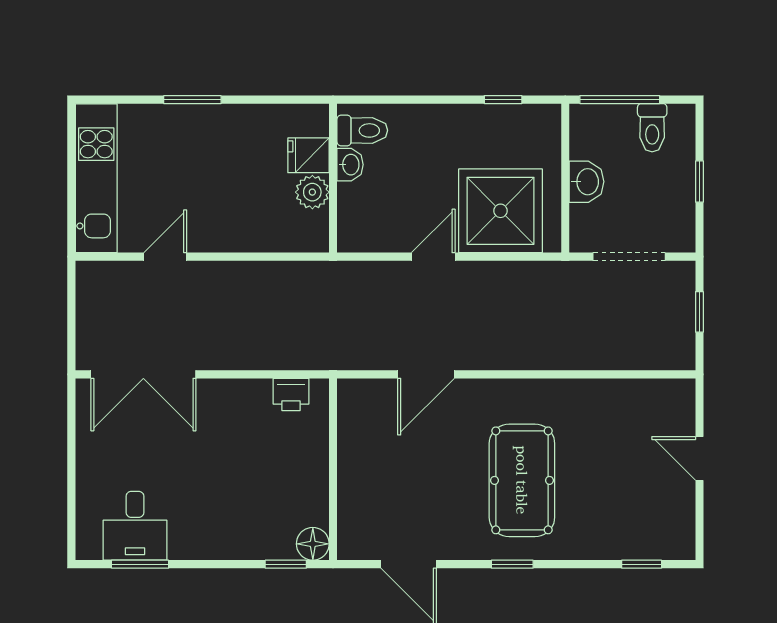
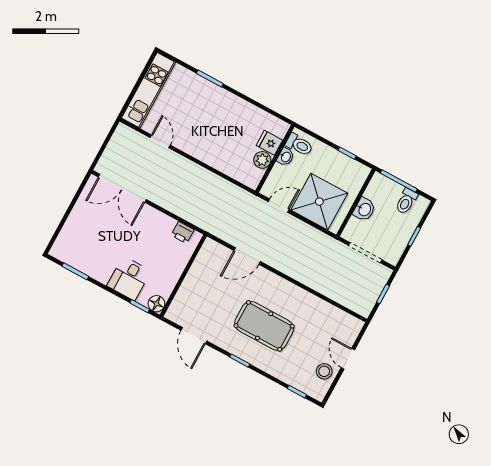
toilet: (362, 130) -> (299, 145), moved
fridge: (308, 155) -> (269, 143), moved
washbasin: (350, 165) -> (286, 157), moved
wall: (333, 178) -> (275, 159), moved
plant: (312, 192) -> (262, 160), moved
door: (165, 257) -> (160, 141), hinge flipped
pool table: (522, 480) -> (264, 326), turned 90
stool: (670, 503) -> (324, 371), added
desk: (135, 526) -> (129, 278), moved

